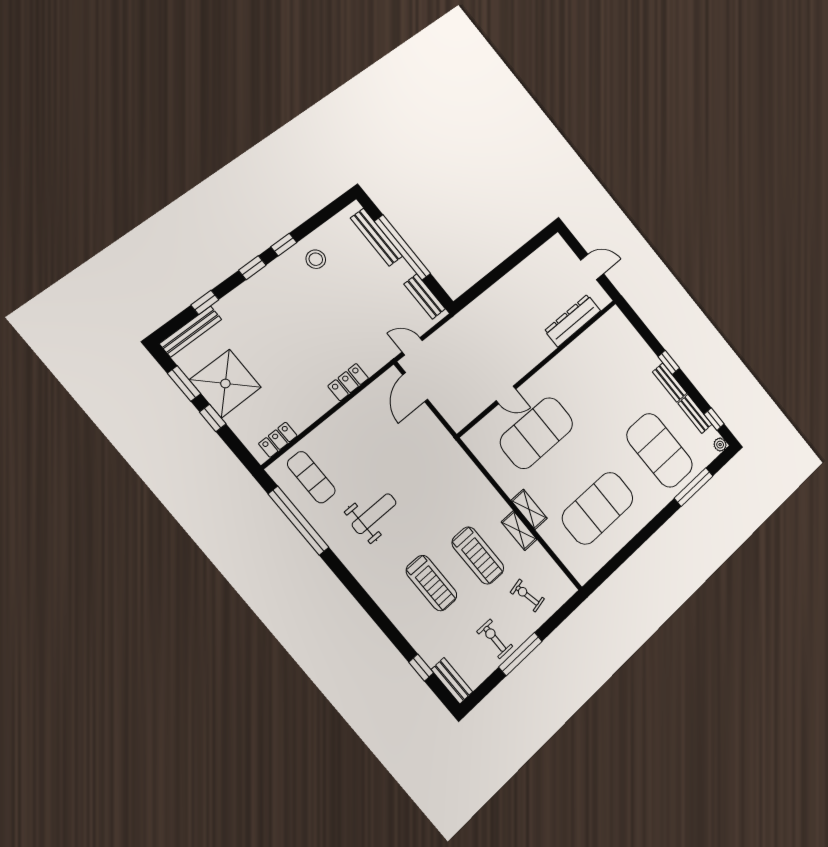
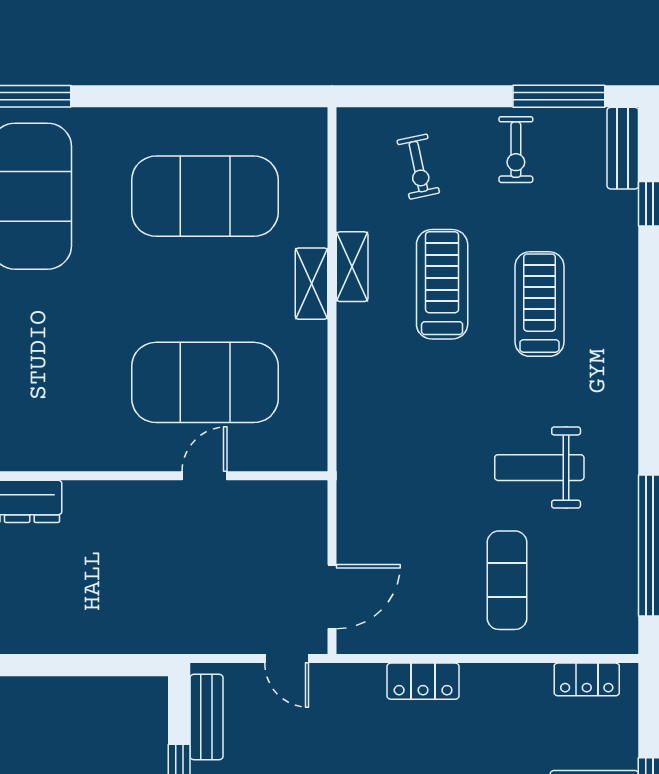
door: (506, 395) -> (205, 476), hinge flipped
exercise mat: (311, 477) -> (507, 580), moved
window: (520, 654) -> (559, 96), moved

